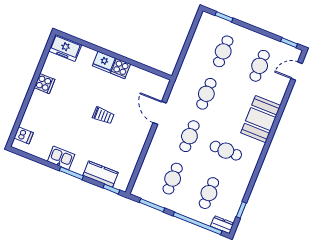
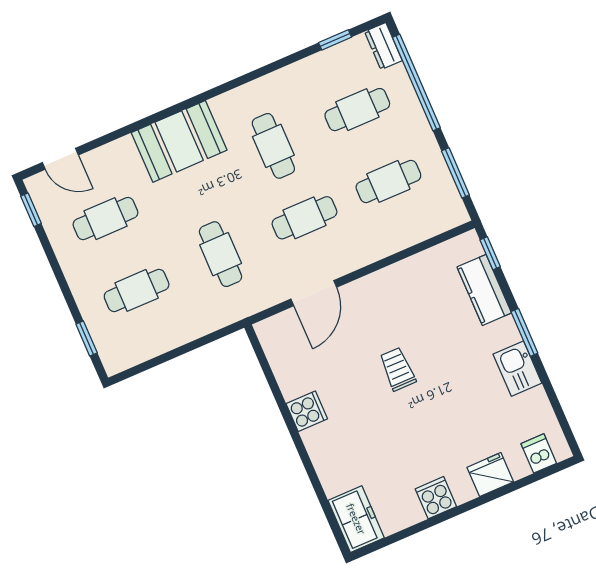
fridge: (104, 62) -> (490, 475), moved, turned -90
cafe table: (206, 94) -> (221, 254), turned 90

